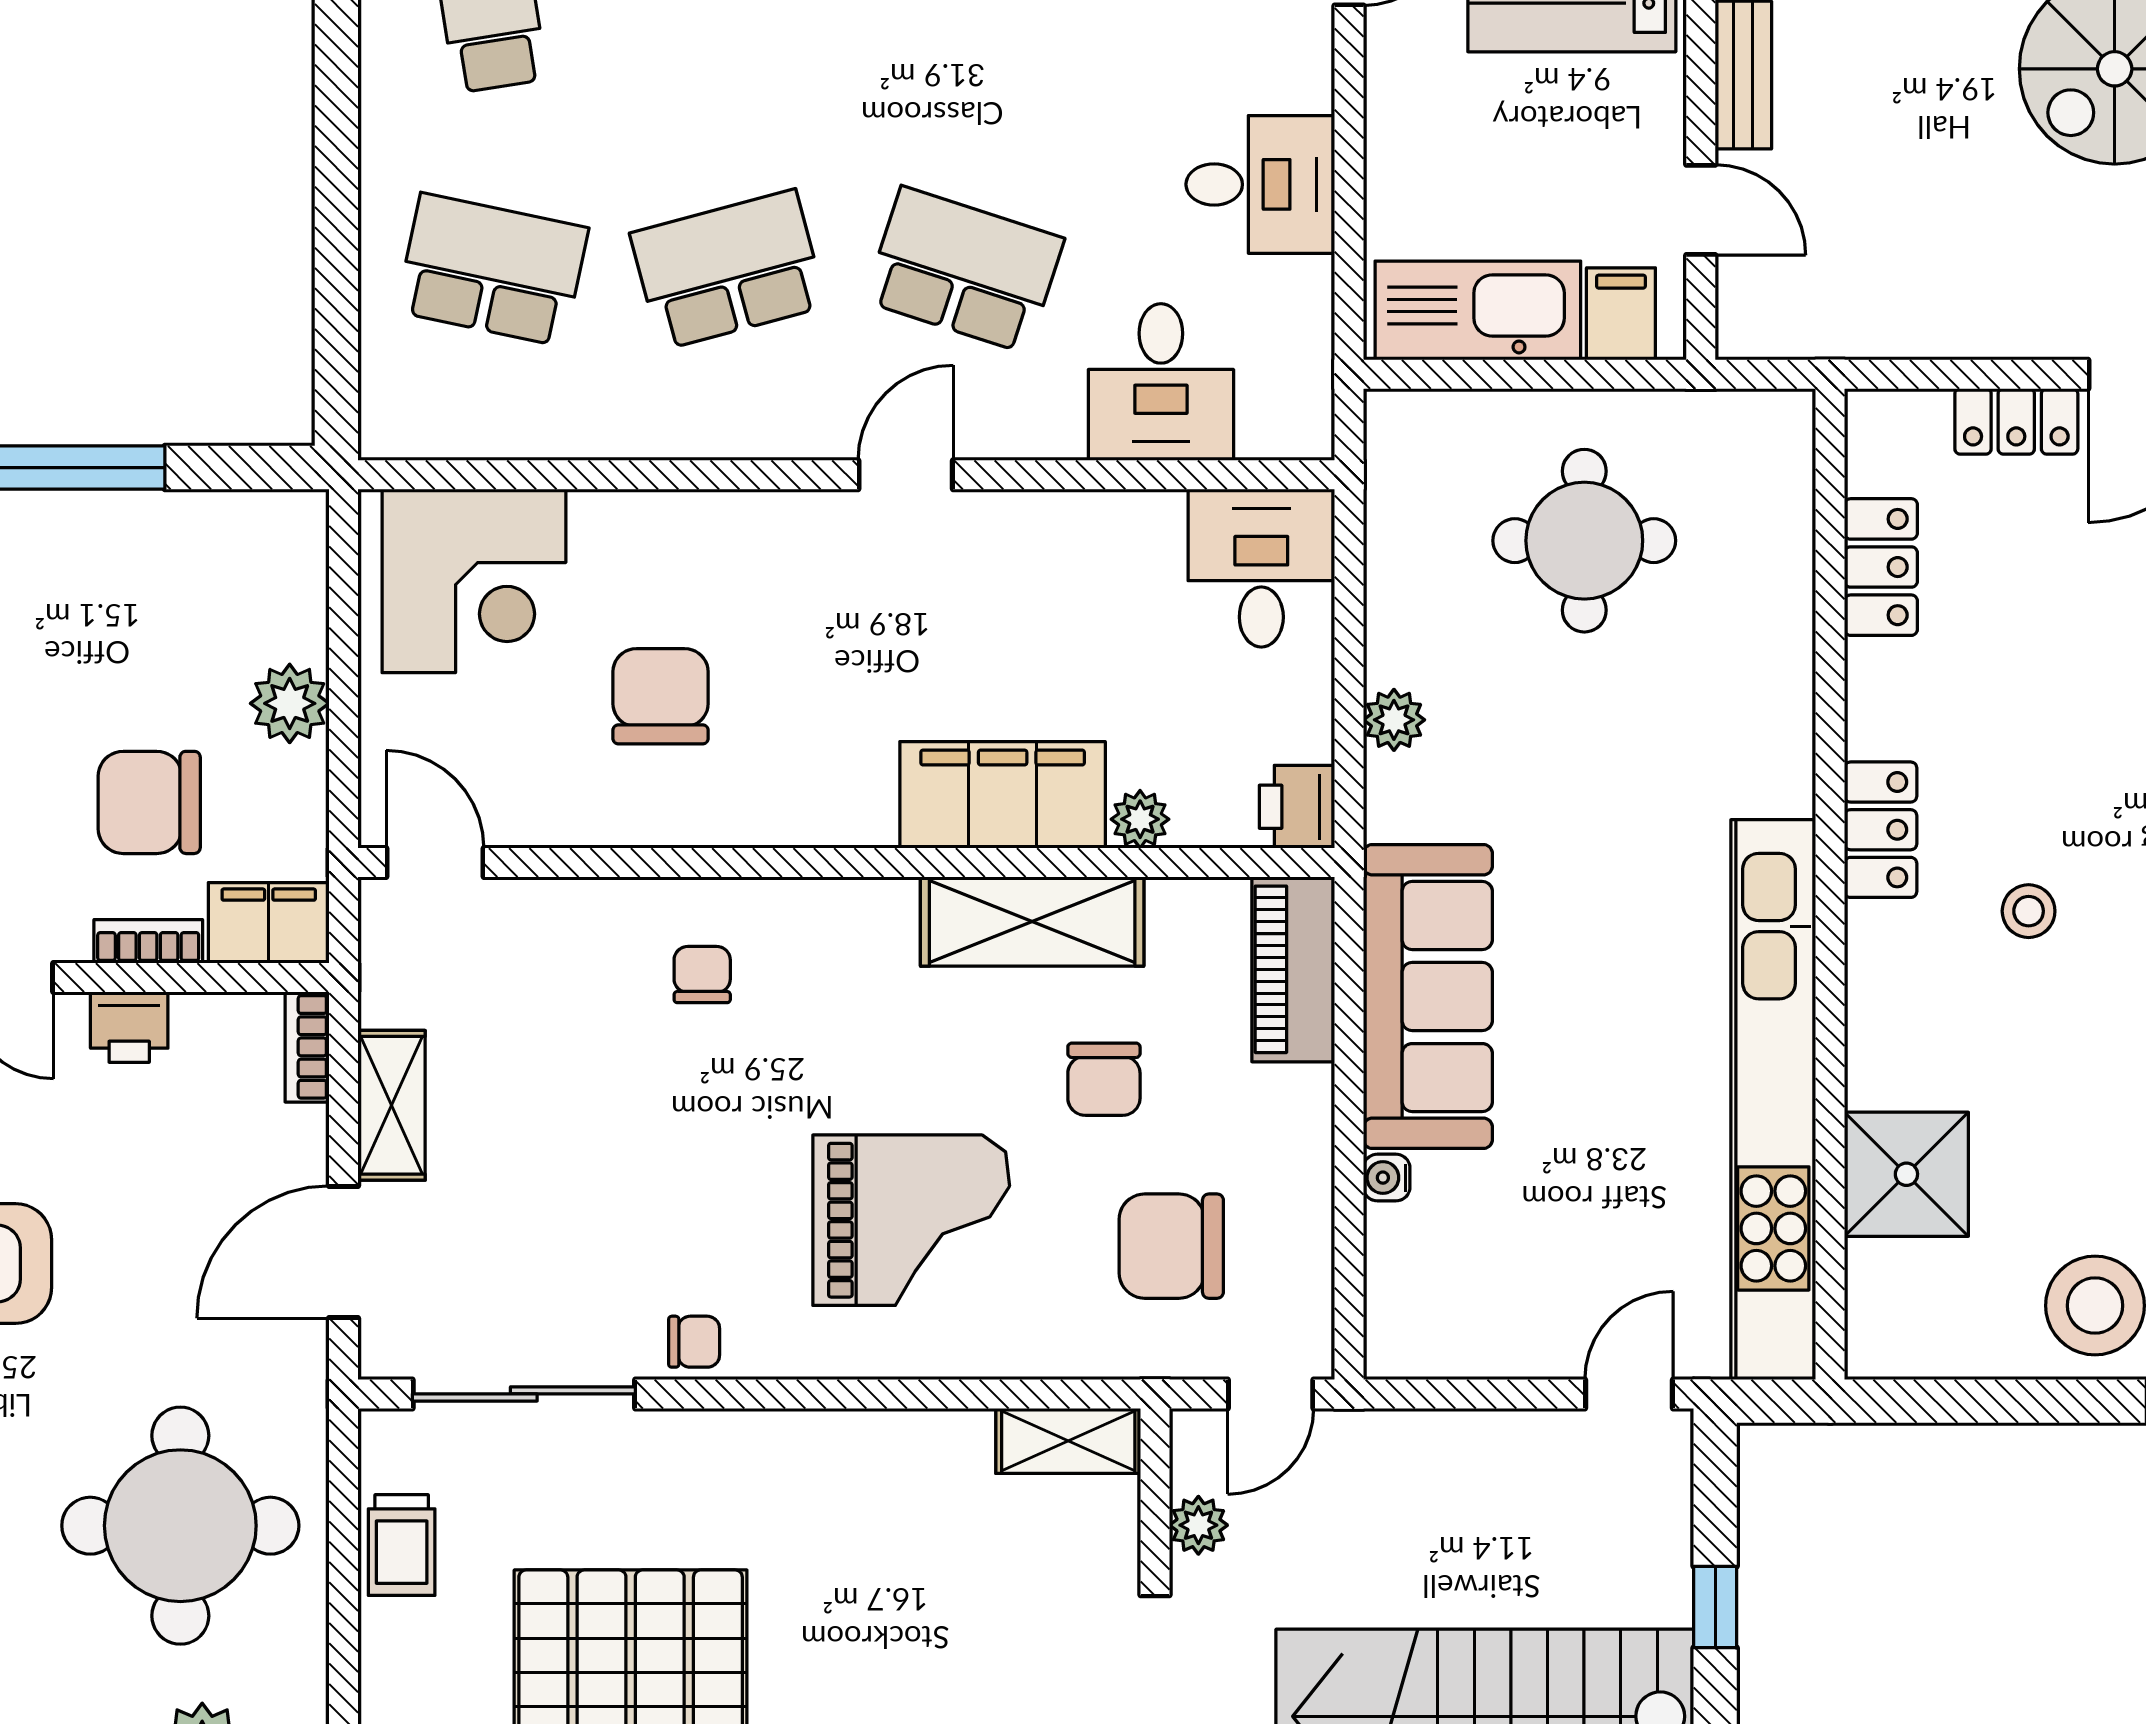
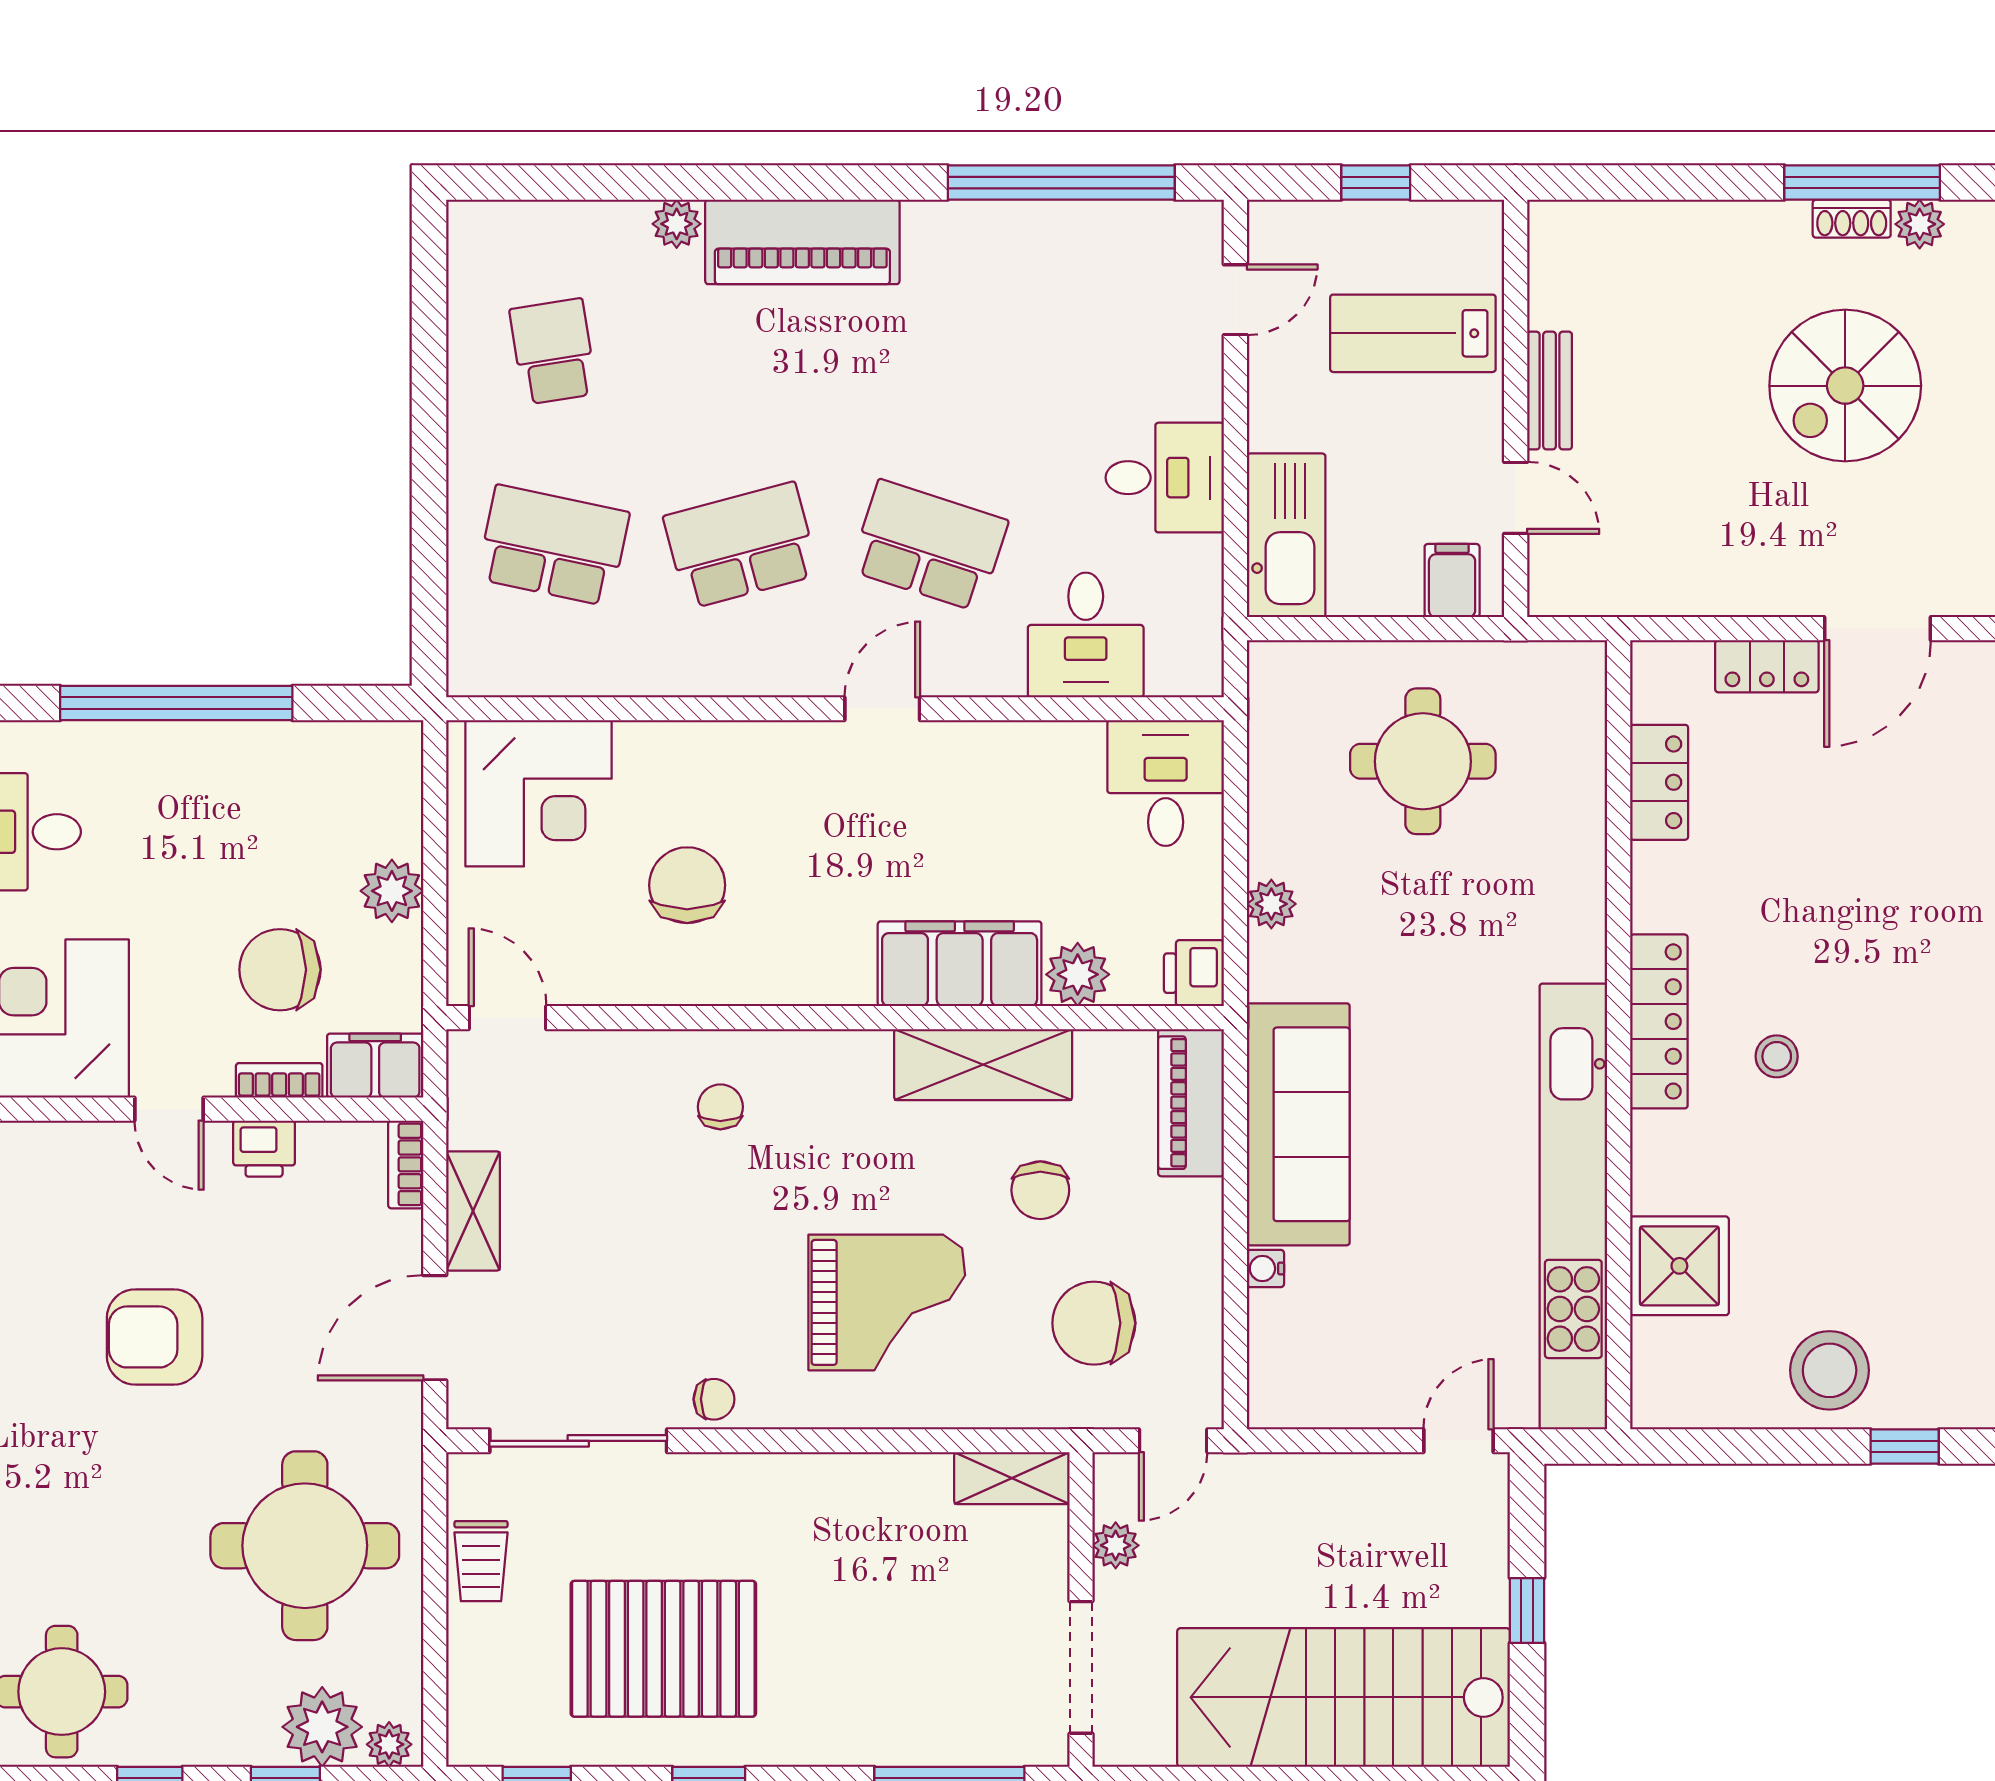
kitchen sink: (1478, 310) -> (1286, 535), moved, turned 90
plant: (1140, 819) -> (1078, 974), width x1.38, depth x1.38
locker: (1881, 830) -> (1659, 1021), width x1.53

